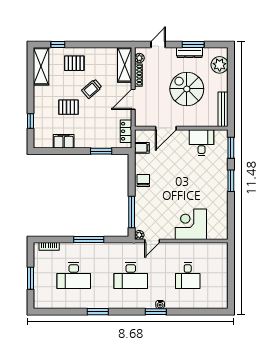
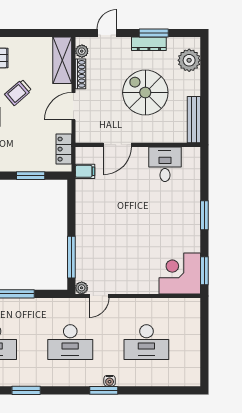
window: (231, 148) -> (204, 271), moved
chair: (143, 180) -> (87, 215), removed
corner desk: (191, 224) -> (180, 273), moved
desk: (188, 276) -> (146, 342), width x1.37

